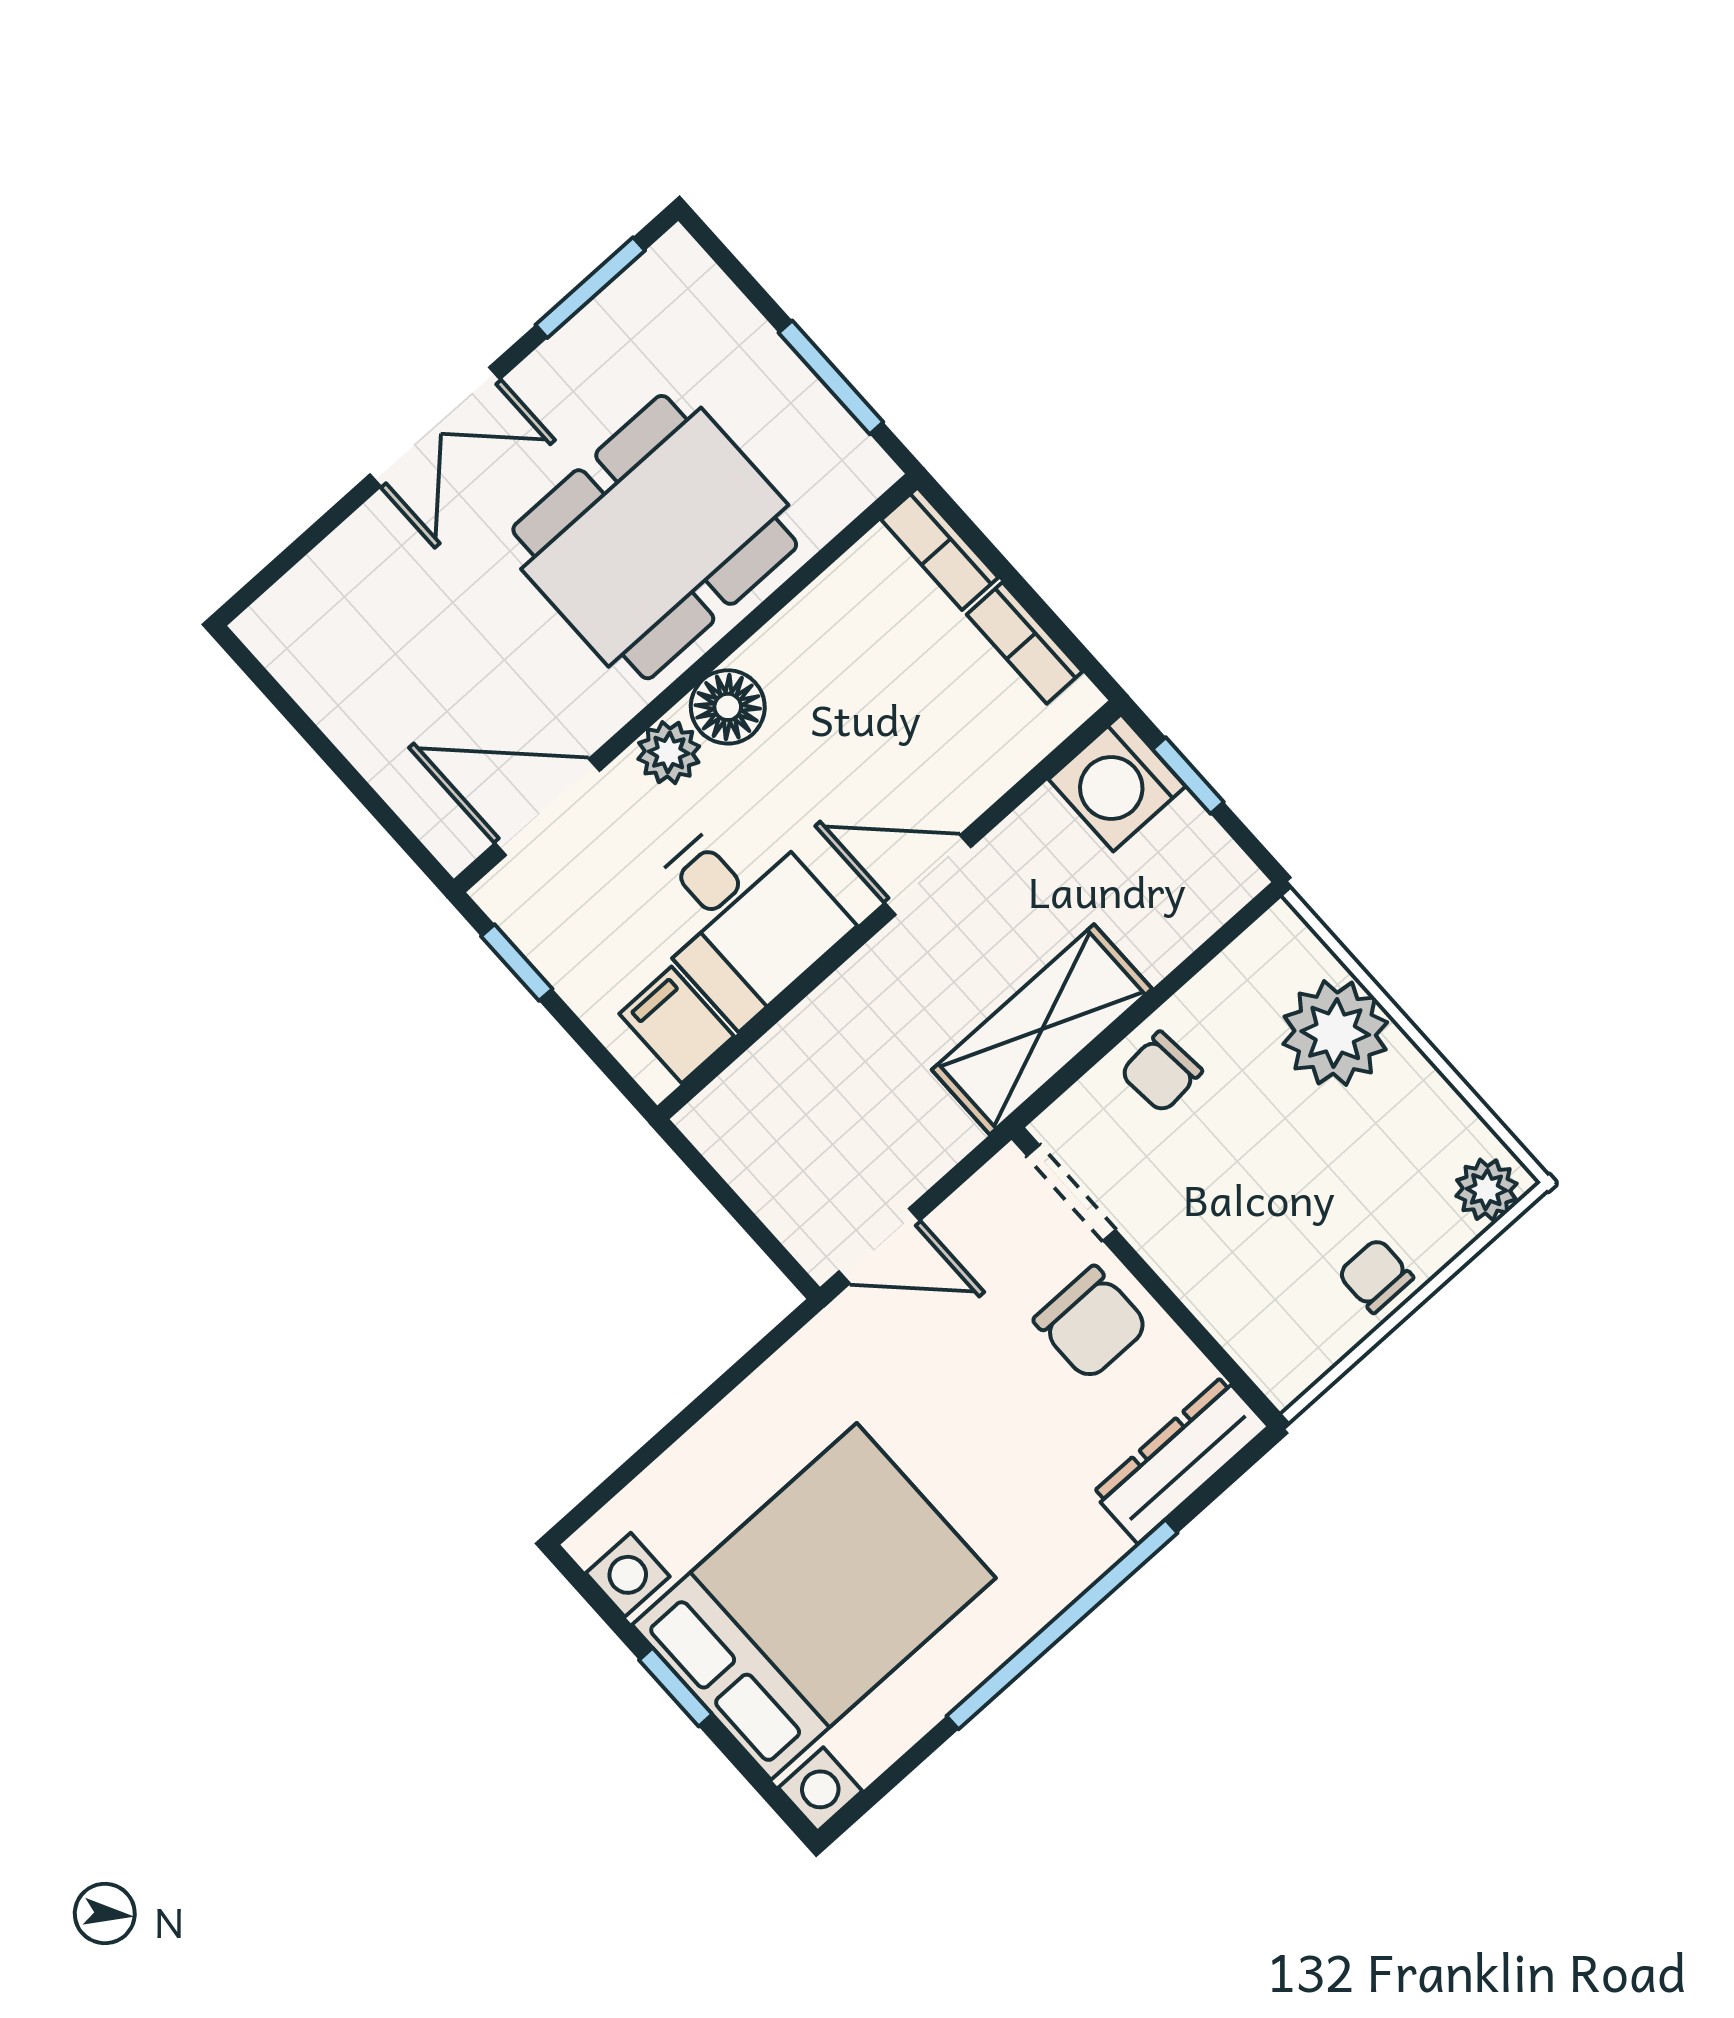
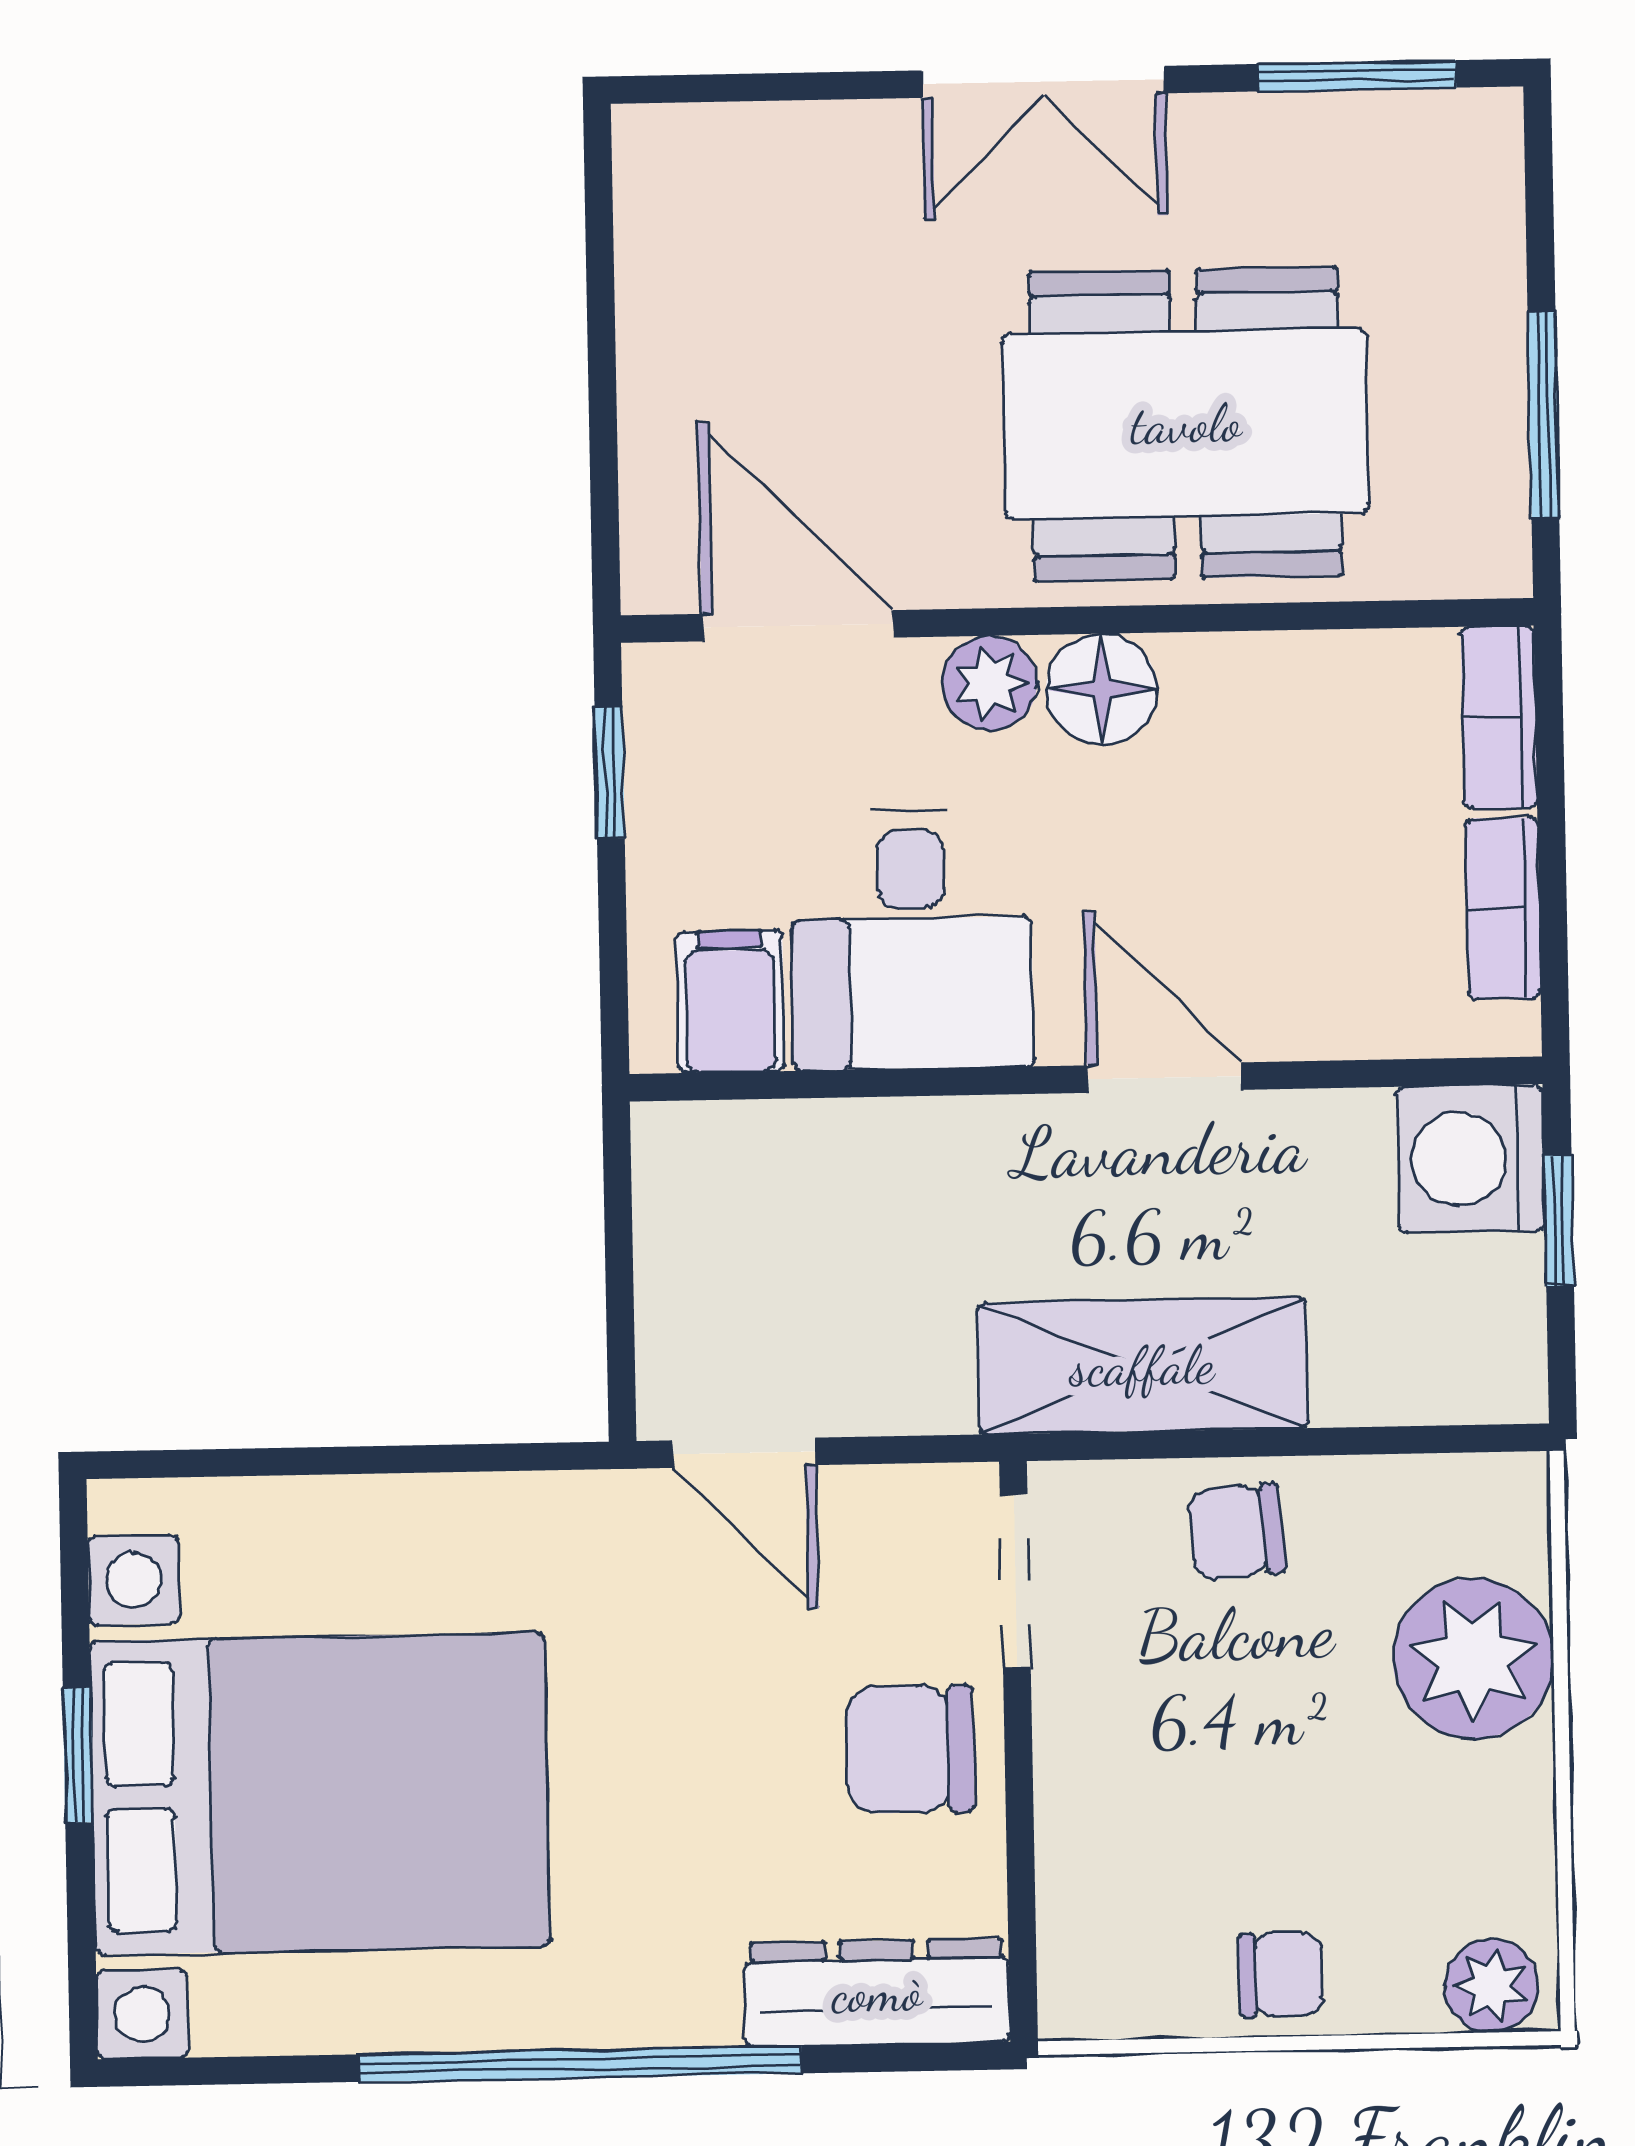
chair: (1376, 1276) -> (1281, 1975), turned 90
chair: (1091, 1323) -> (910, 1749), turned 90

